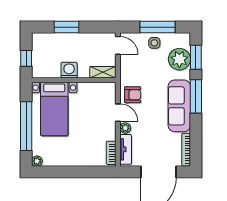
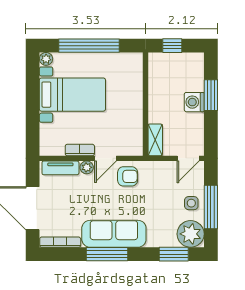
plant: (179, 59) -> (191, 234), moved
washing machine: (69, 70) -> (194, 102), moved, turned 180
armchair: (133, 95) -> (128, 176), turned -90
window: (196, 96) -> (107, 254), moved
bed with nightstands: (54, 109) -> (72, 95), moved, turned 180
bookcase: (111, 153) -> (80, 150), moved

